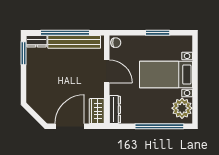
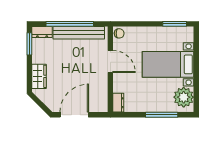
window: (158, 33) -> (175, 24), moved
dresser: (115, 110) -> (118, 103), width x0.70
wardrobe: (97, 111) -> (39, 76), moved, turned 180
window: (159, 126) -> (162, 115), width x0.68

